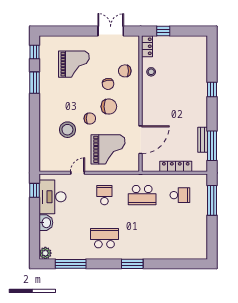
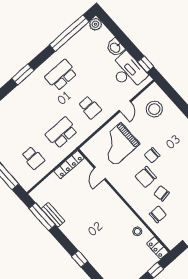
stool: (67, 130) -> (154, 109), moved
door: (141, 140) -> (100, 173), width x0.53
locker: (176, 166) -> (69, 165), moved
school desk: (180, 195) -> (33, 158), turned -90
school desk: (104, 238) -> (61, 75), turned 180
window: (71, 264) -> (69, 33), width x1.46

